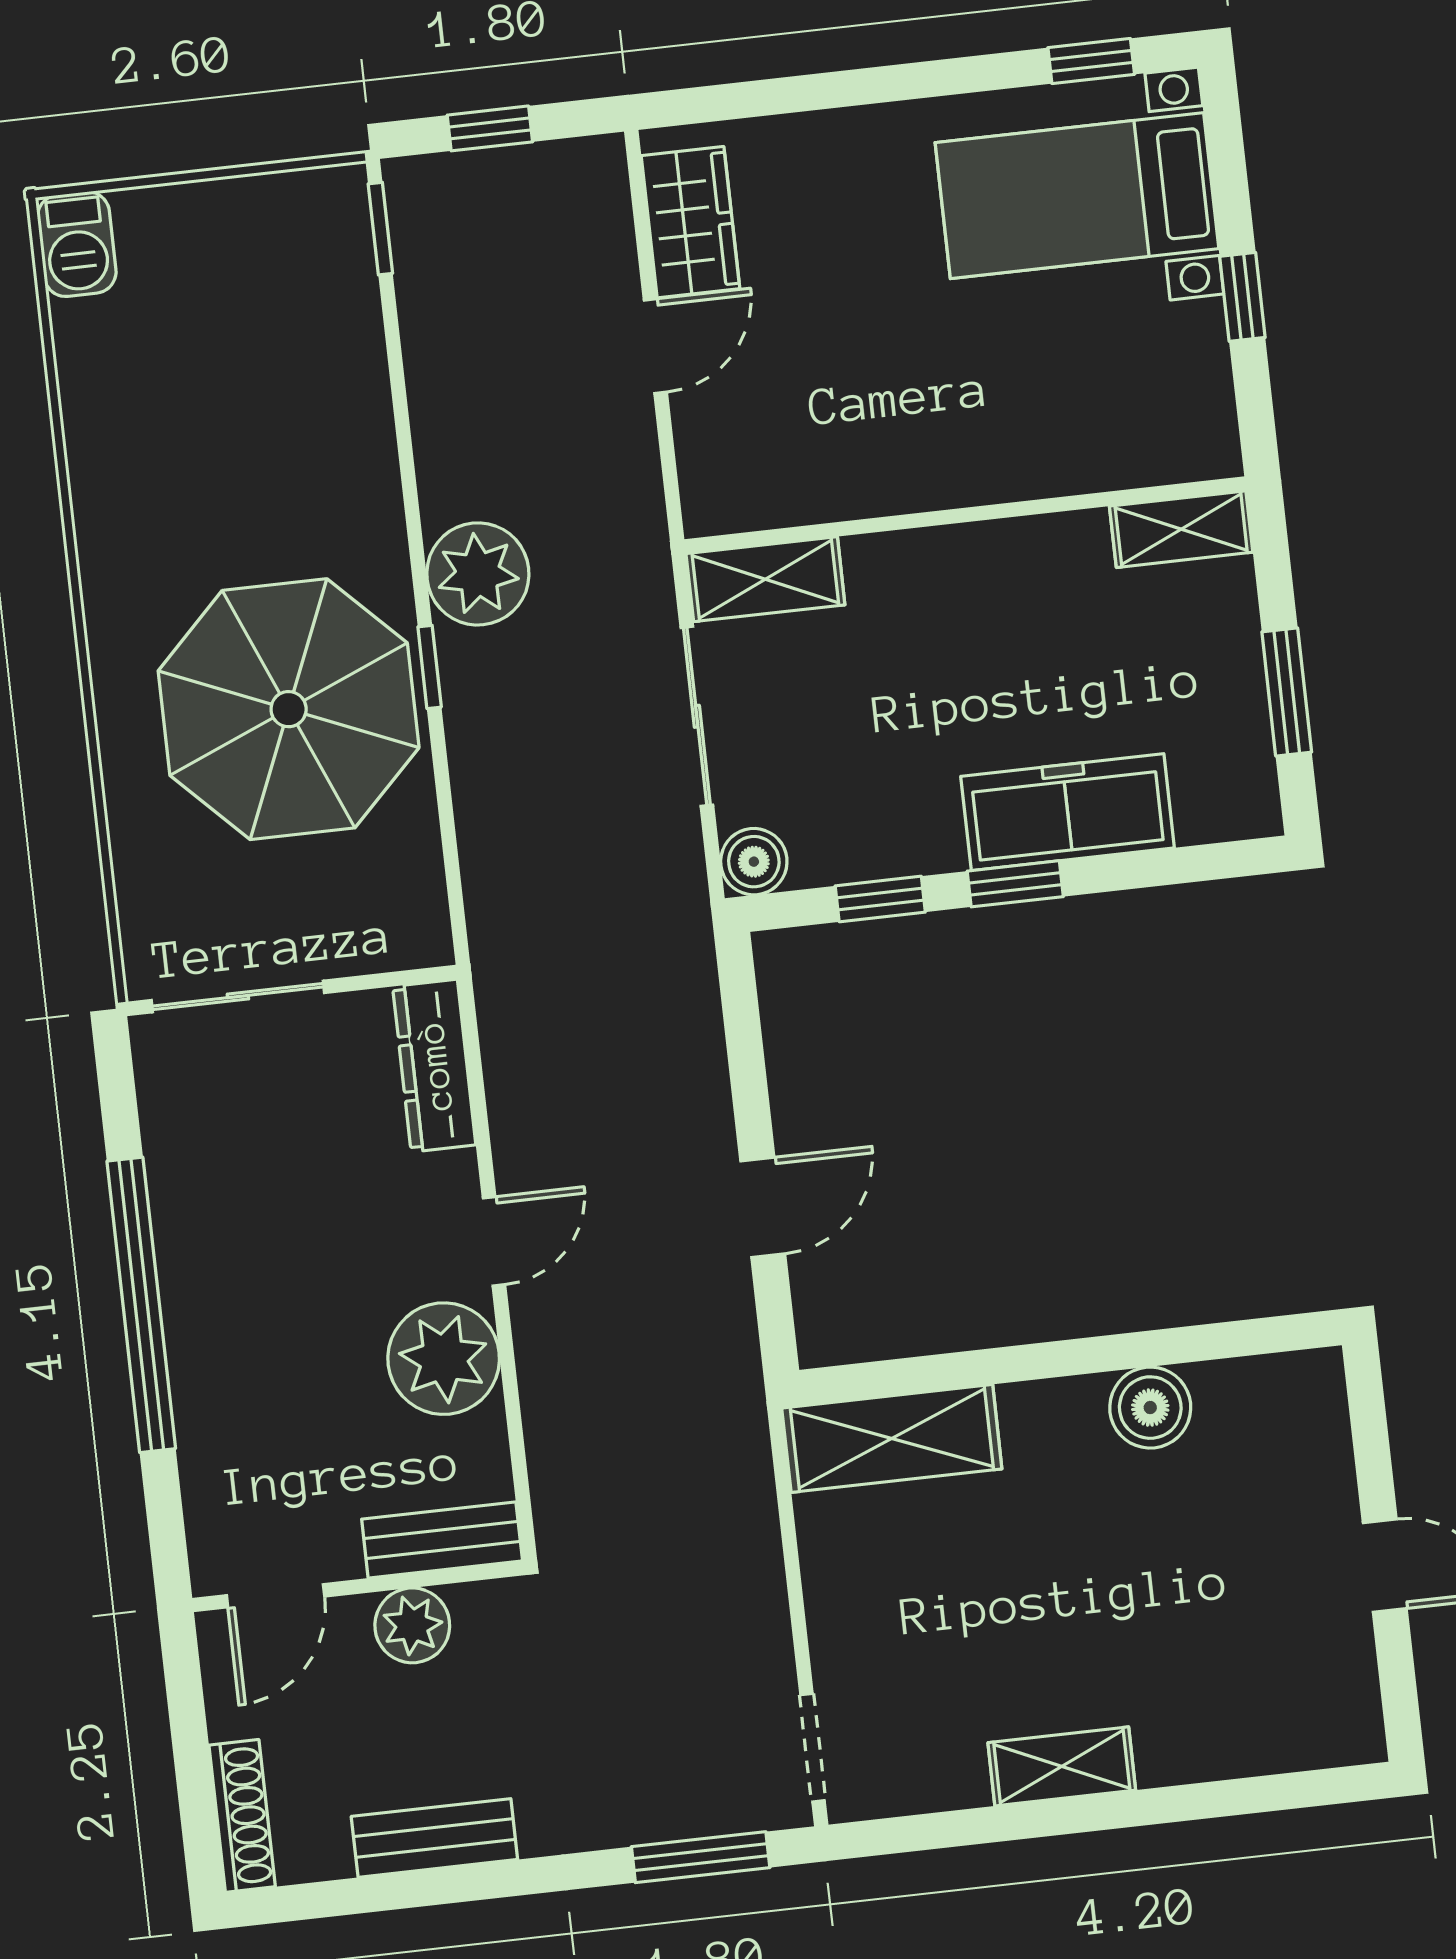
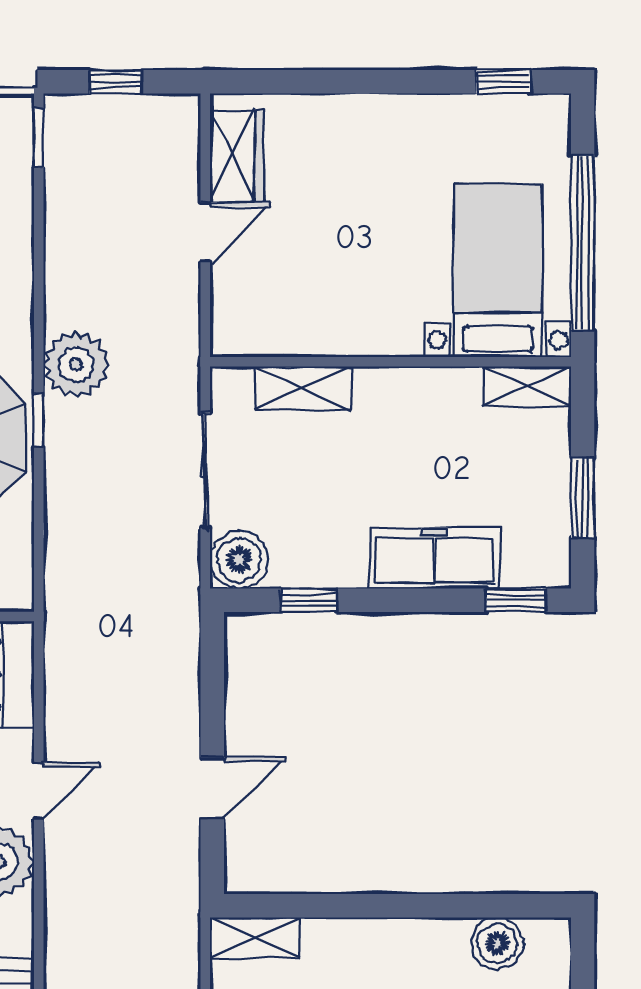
bed with nightstands: (1077, 196) -> (498, 271), moved, turned 90
window: (1242, 297) -> (583, 243), width x3.17
shelving: (765, 579) -> (303, 388), moved
boiler: (754, 862) -> (239, 560), width x1.36, depth x1.36
window: (1015, 884) -> (516, 600), moved
boiler: (1150, 1408) -> (498, 943), moved
shelving: (892, 1438) -> (255, 938), width x0.67, depth x0.75

